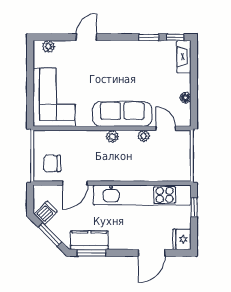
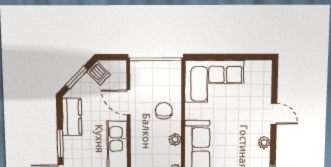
plant: (48, 46) -> (264, 143), moved
chair: (52, 163) -> (164, 111), moved
window: (92, 253) -> (60, 143), moved

